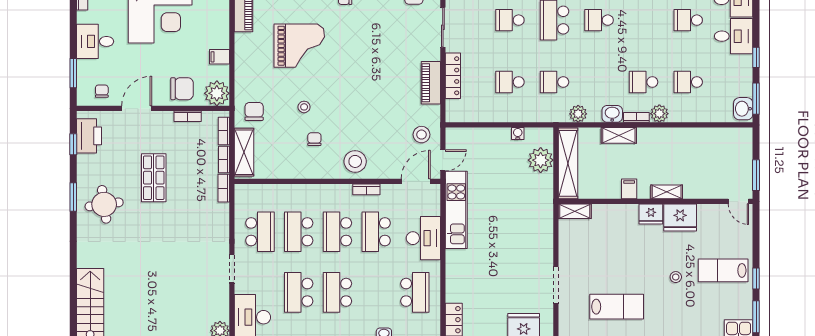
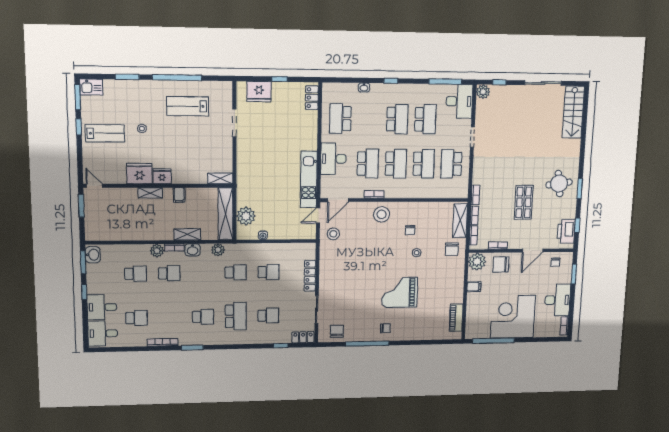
desk: (95, 41) -> (558, 300), width x1.37
grand piano: (299, 46) -> (400, 292), moved
piano: (431, 83) -> (326, 271), removed

